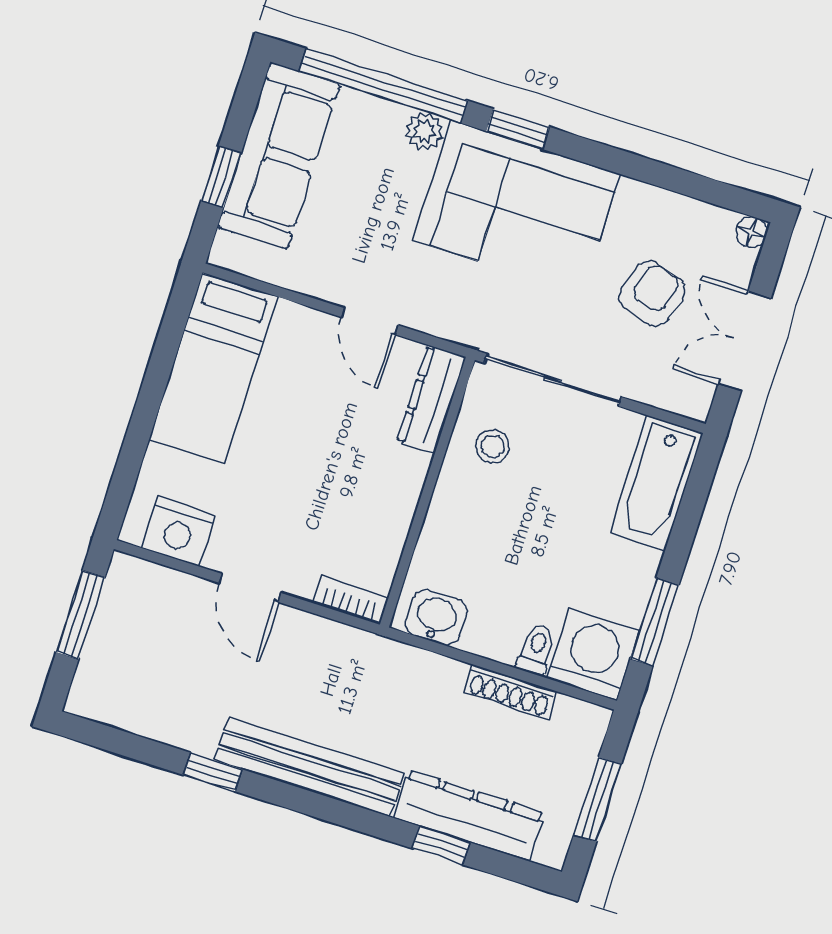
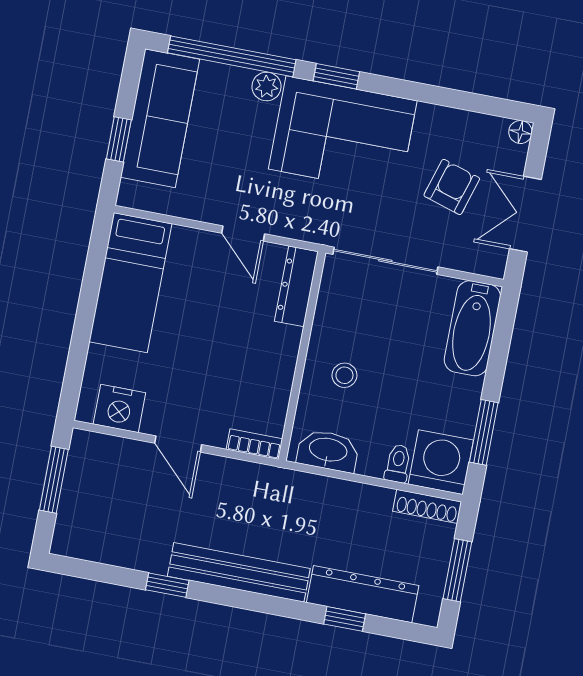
stool: (493, 446) -> (344, 375), moved
washbasin: (436, 618) -> (328, 451), width x1.38
shoe rack: (510, 692) -> (427, 506), moved

